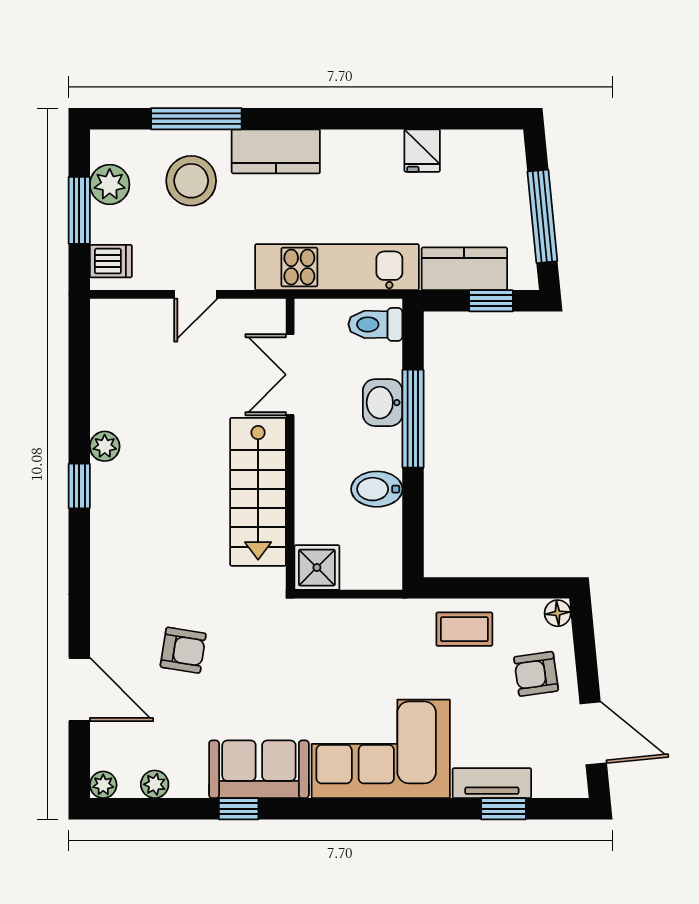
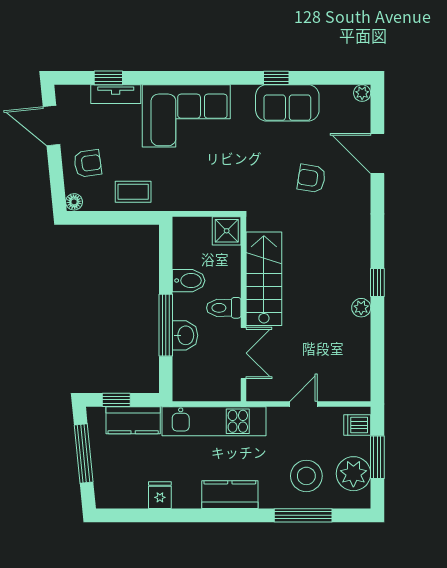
kitchen counter: (276, 151) -> (230, 495), moved
plant: (110, 184) -> (353, 474), width x1.36, depth x1.36
toilet: (375, 324) -> (224, 308), moved, turned 180
sofa: (259, 769) -> (287, 103), moved
plant: (155, 784) -> (330, 93), removed

